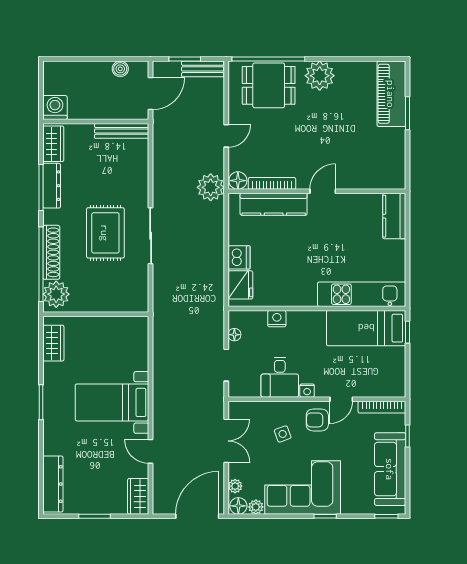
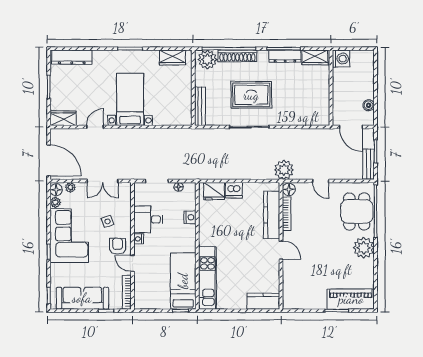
bench: (122, 131) -> (200, 106), moved

